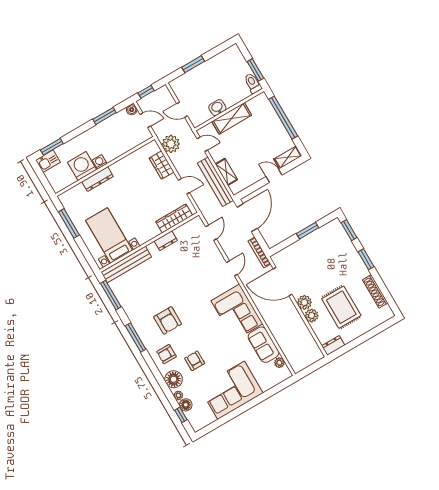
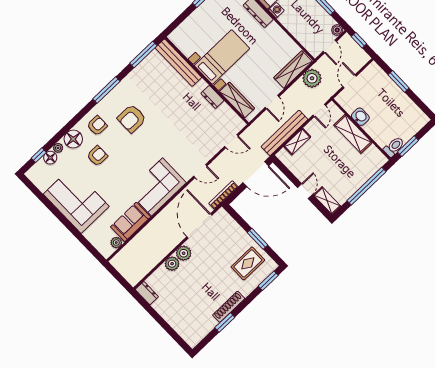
wardrobe: (162, 165) -> (293, 70), width x1.50
bed with nightstands: (109, 235) -> (222, 57), moved
window: (366, 259) -> (225, 323), moved
shoe rack: (375, 291) -> (229, 307), moved
rug: (341, 307) -> (248, 263), moved, width x0.73, depth x0.70
armchair: (166, 354) -> (97, 126), turned 90

